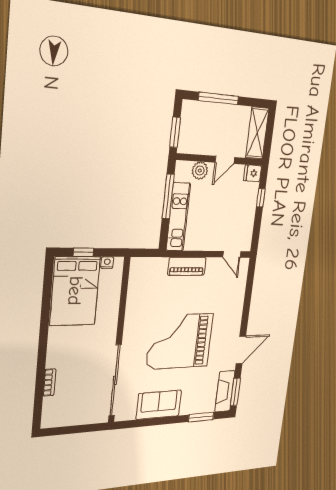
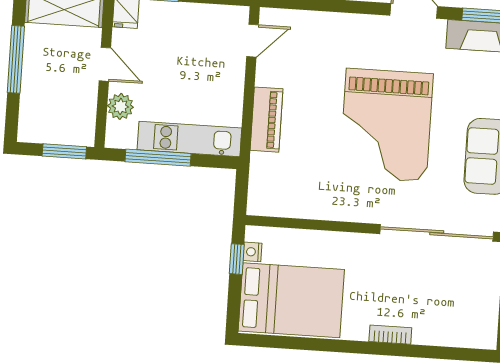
window: (219, 98) -> (16, 59), moved
window: (83, 252) -> (237, 259), moved
bookcase: (49, 382) -> (390, 335), moved

